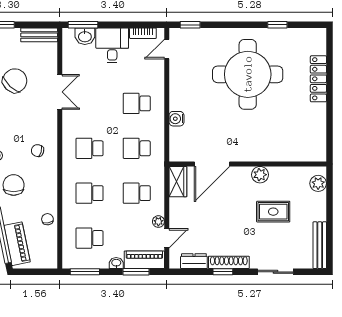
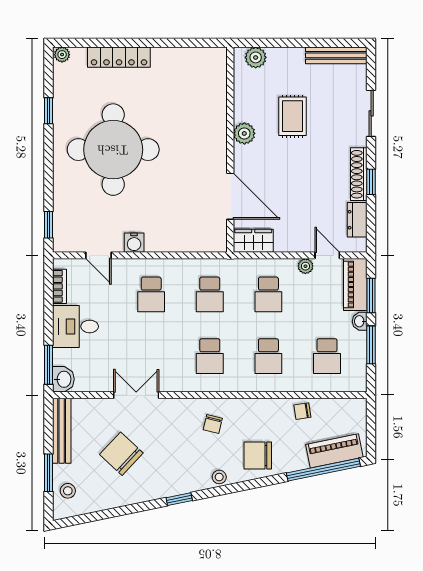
bench: (39, 35) -> (62, 431), width x1.36
plant: (320, 35) -> (62, 55), added
washbasin: (85, 36) -> (63, 379), moved
door: (167, 49) -> (98, 255), moved
water cooler: (176, 119) -> (134, 243), moved
window: (85, 272) -> (371, 345), moved

